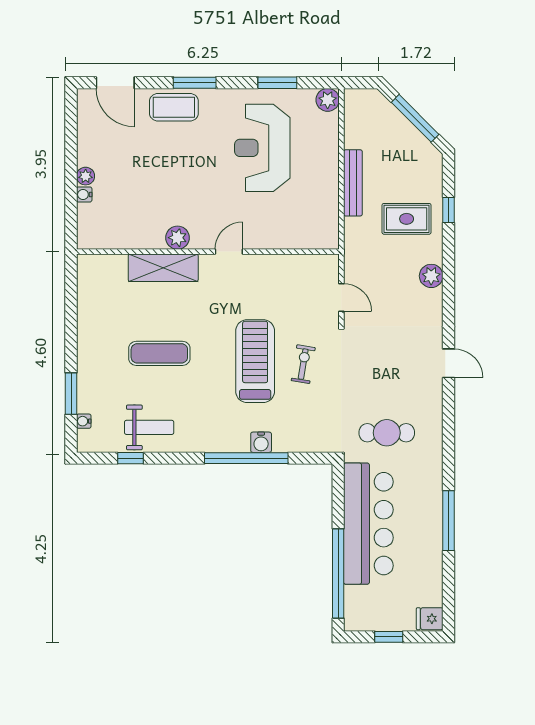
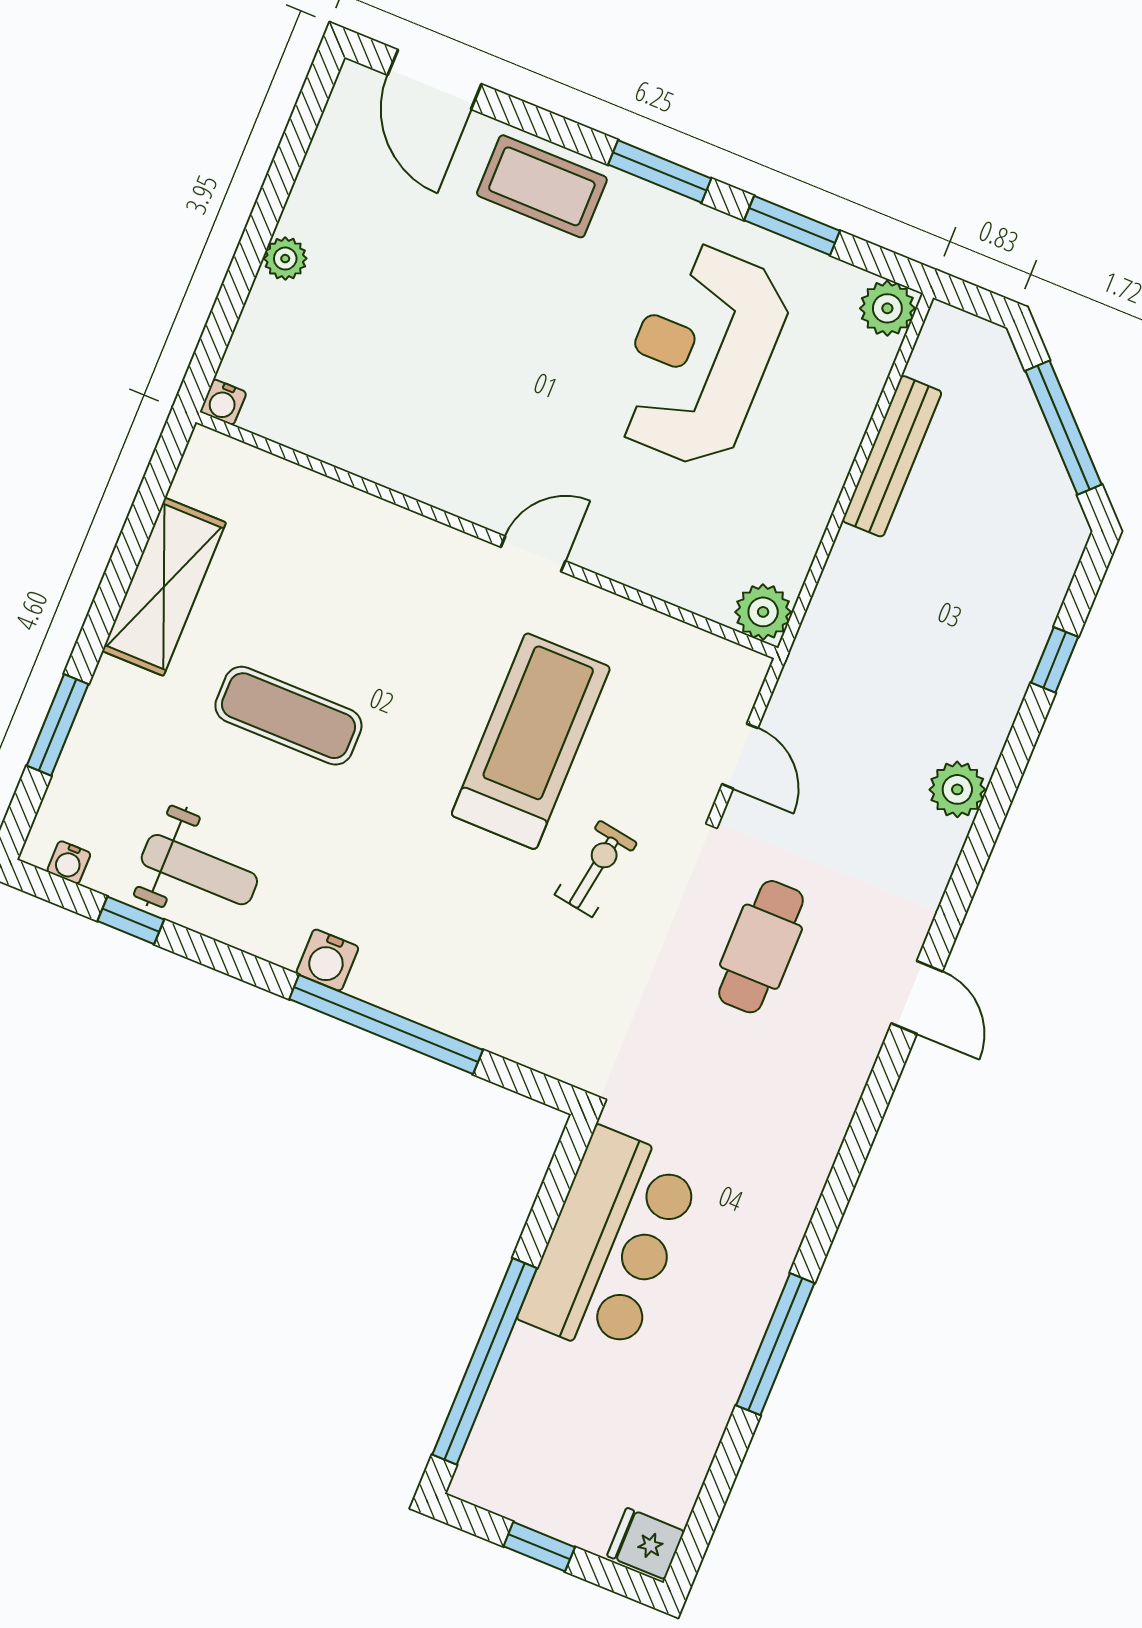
window: (195, 83) -> (660, 171), moved
bench: (353, 183) -> (892, 456), moved
water cooler: (84, 194) -> (223, 402), moved, turned -90
rug: (407, 219) -> (954, 641), removed
plant: (177, 238) -> (763, 612), moved
shelving: (163, 268) -> (164, 587), moved, turned 90
treadmill: (255, 361) -> (531, 741), moved
water cooler: (84, 421) -> (69, 862), moved, turned -90
cafe table: (387, 433) -> (761, 947), moved, turned 90
water cooler: (261, 442) -> (327, 960), moved
bar counter: (368, 524) -> (611, 1243), width x0.73

